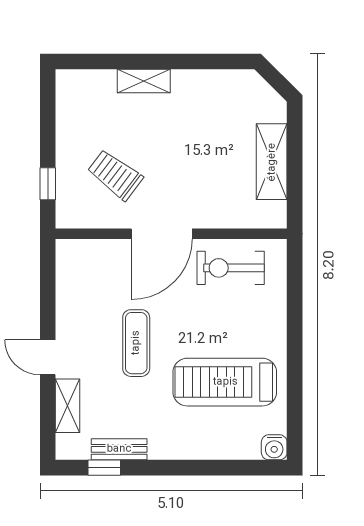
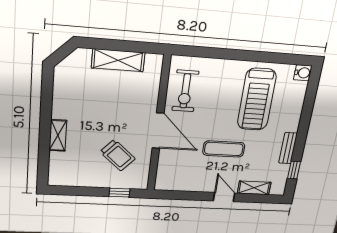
trolley: (115, 175) -> (118, 155), turned -85
door: (48, 357) -> (224, 197), swing flipped
bench: (119, 449) -> (288, 148), moved

